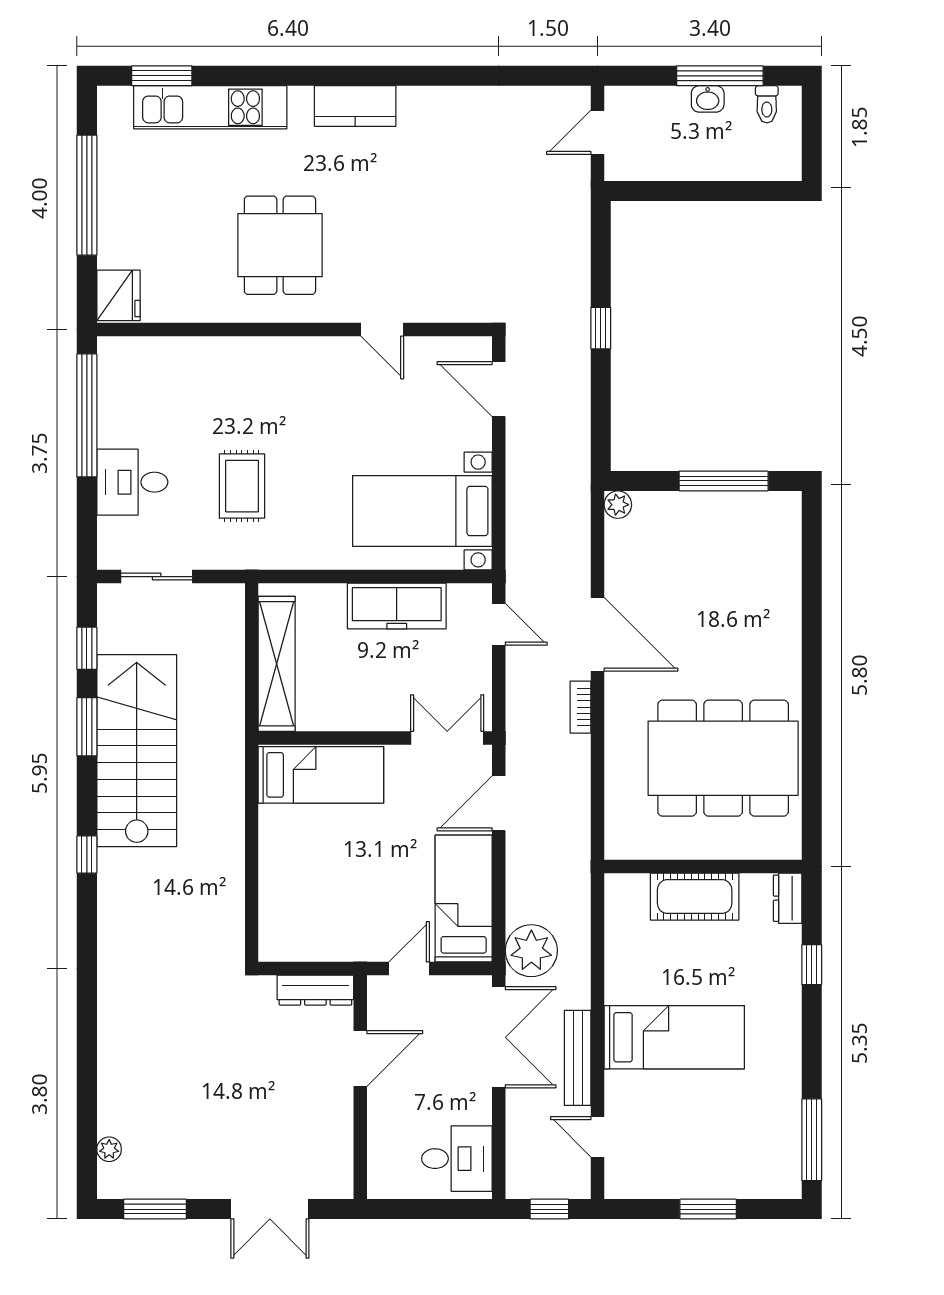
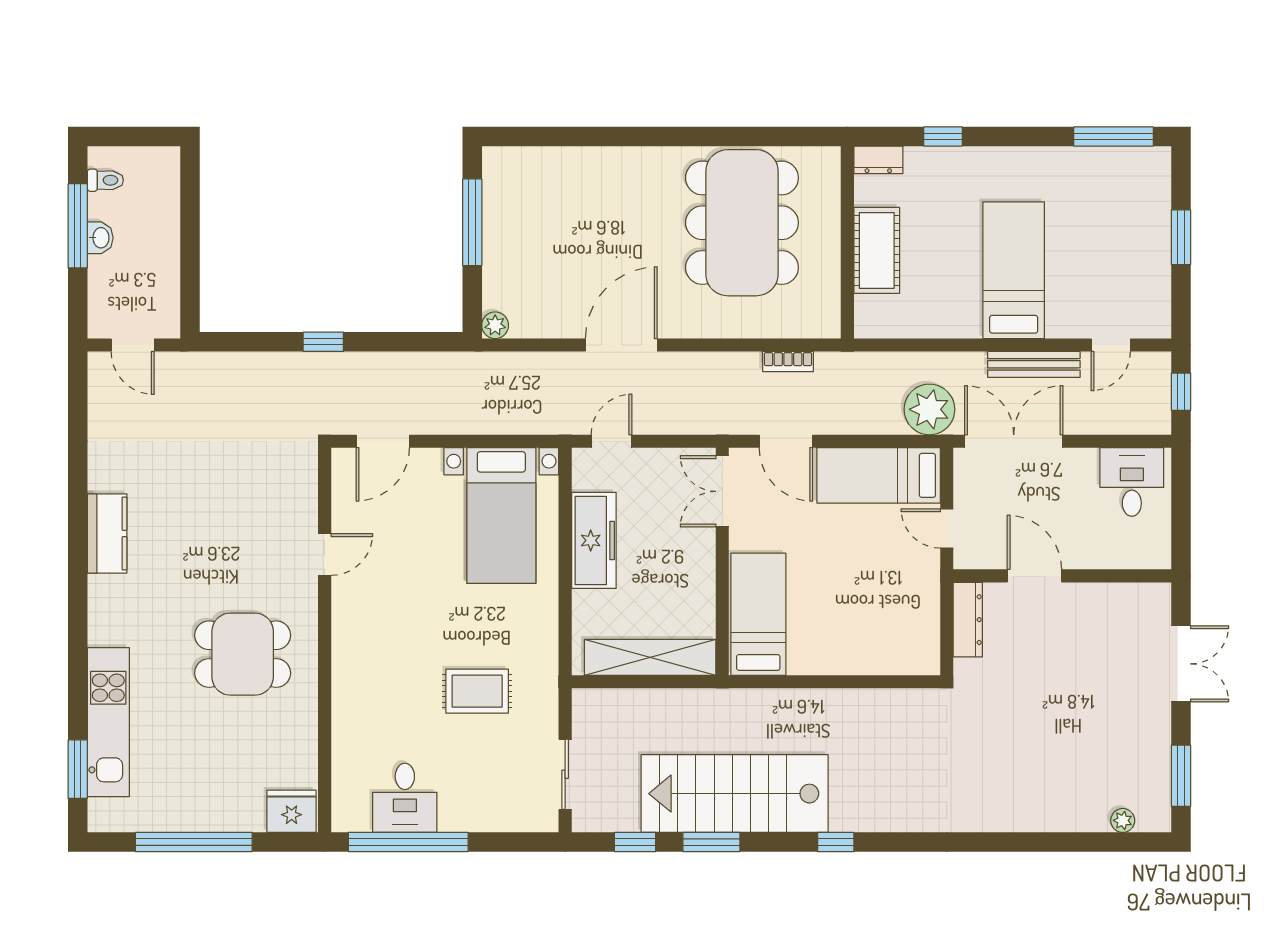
kitchen counter: (355, 106) -> (107, 533), moved
desk: (132, 482) -> (405, 798), moved
bookcase: (581, 707) -> (788, 362), moved

